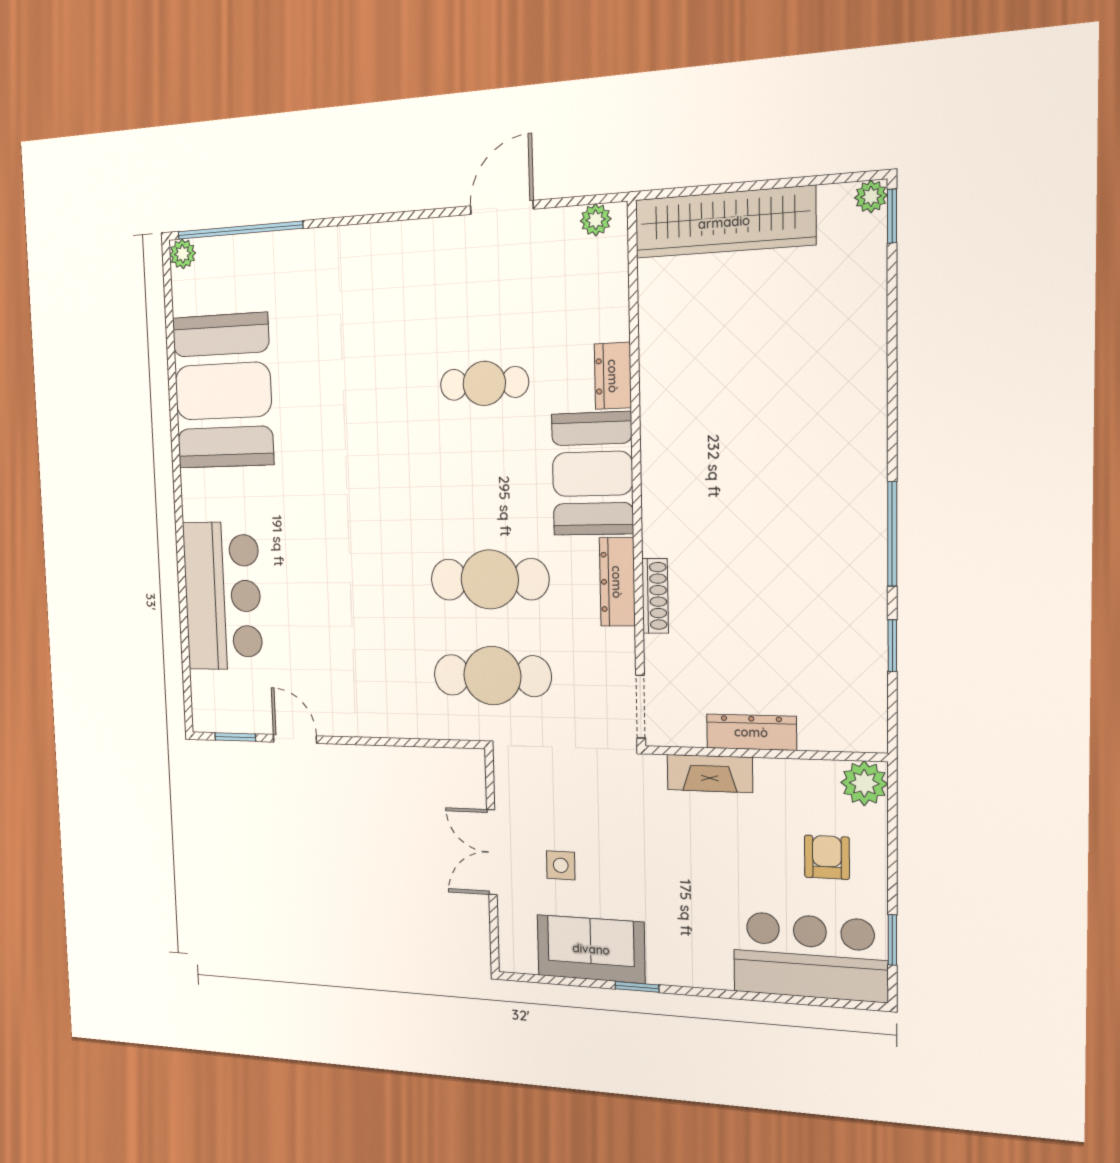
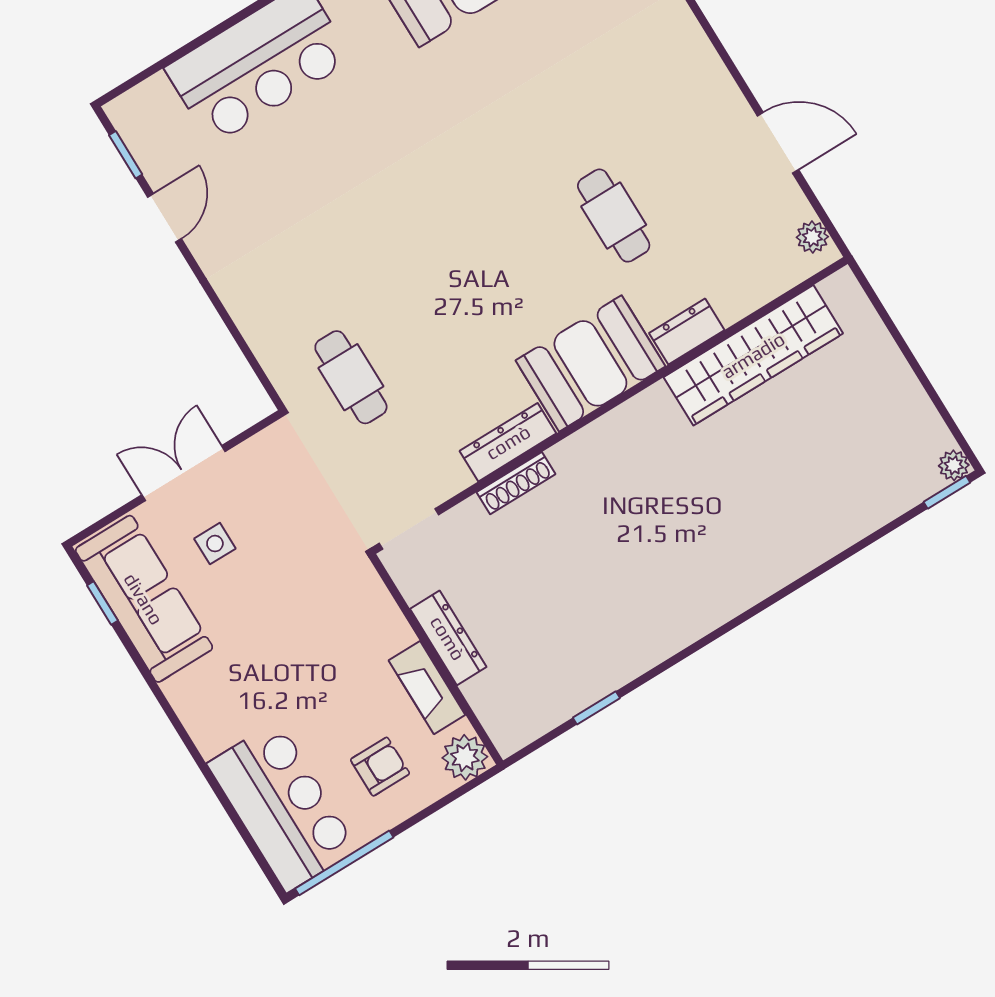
wardrobe: (724, 222) -> (753, 355), moved, turned -90
window: (892, 534) -> (690, 651), removed
cafe table: (490, 579) -> (438, 323), removed
cafe table: (492, 676) -> (351, 377), width x0.73, depth x0.74
fireplace: (710, 774) -> (427, 688), moved
window: (892, 940) -> (344, 863), width x2.17
sofa: (591, 949) -> (144, 599), width x1.36
window: (637, 987) -> (102, 603), moved

